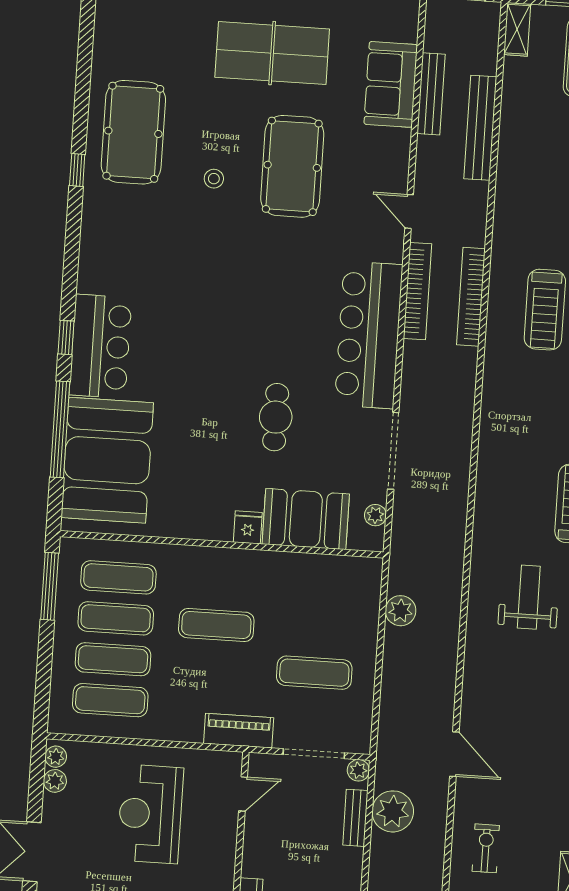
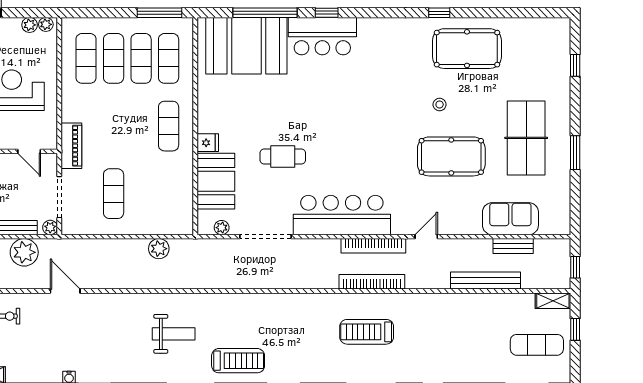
bench: (431, 94) -> (513, 246), width x0.73
exercise mat: (216, 625) -> (169, 126), moved
door: (454, 754) -> (65, 291), swing flipped

